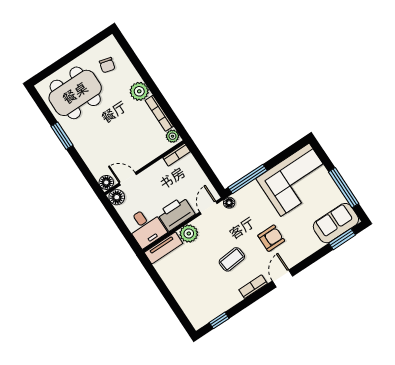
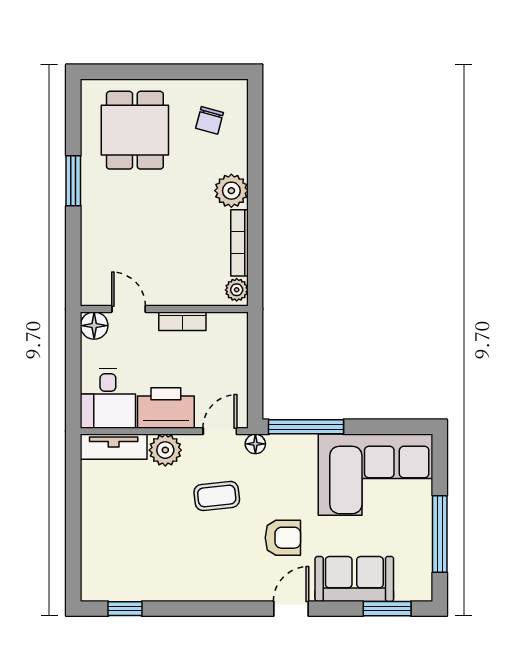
dining table: (75, 93) -> (135, 130), width x0.73
bookcase: (177, 155) -> (182, 321), moved
floor lamp: (106, 182) -> (93, 293), removed
sofa: (336, 223) -> (354, 579), moved
coffee table: (232, 259) -> (217, 496), moved
door: (283, 278) -> (291, 609), moved
bookcase: (253, 287) -> (208, 592), removed

